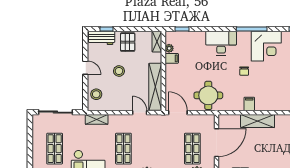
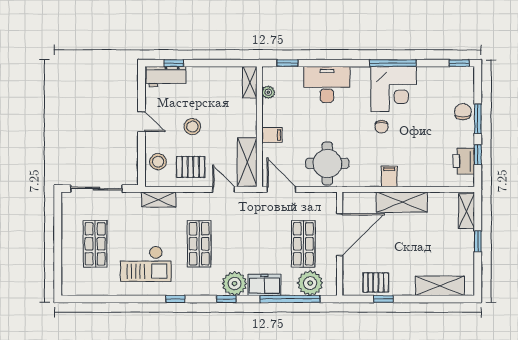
pallet: (128, 42) -> (191, 167), moved, turned 90
desk: (221, 43) -> (327, 85), moved
corner desk: (266, 46) -> (394, 89), moved
filing cabinet: (172, 58) -> (272, 135), moved
shelving: (155, 87) -> (247, 162), width x0.68

